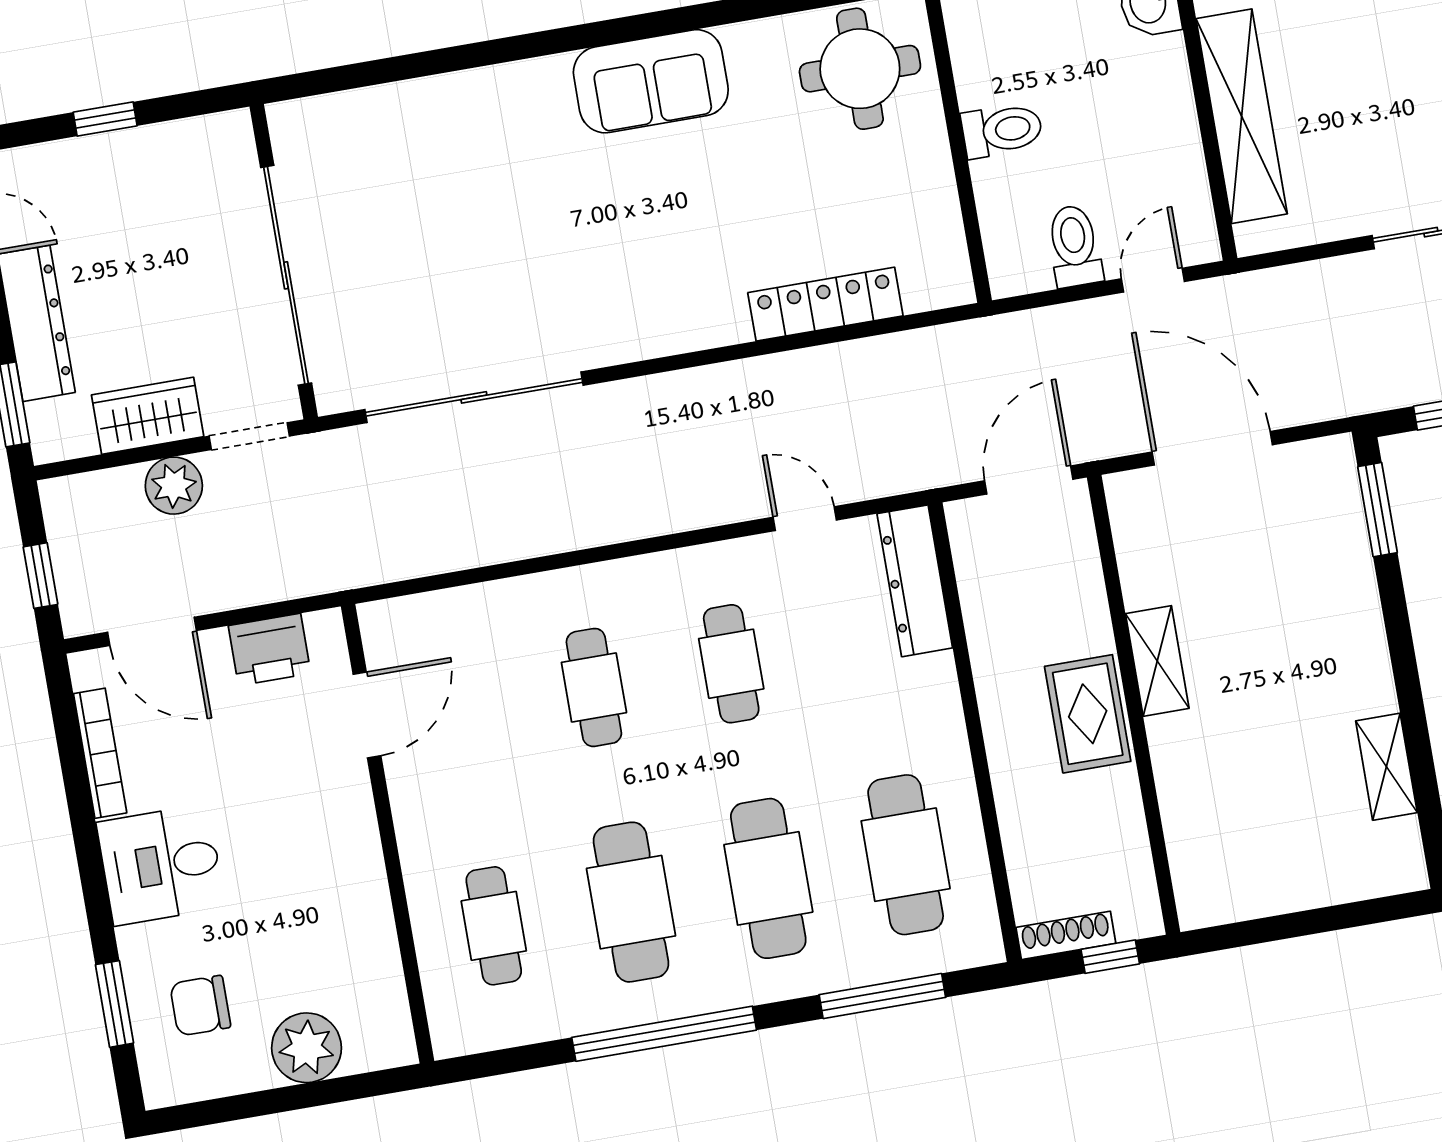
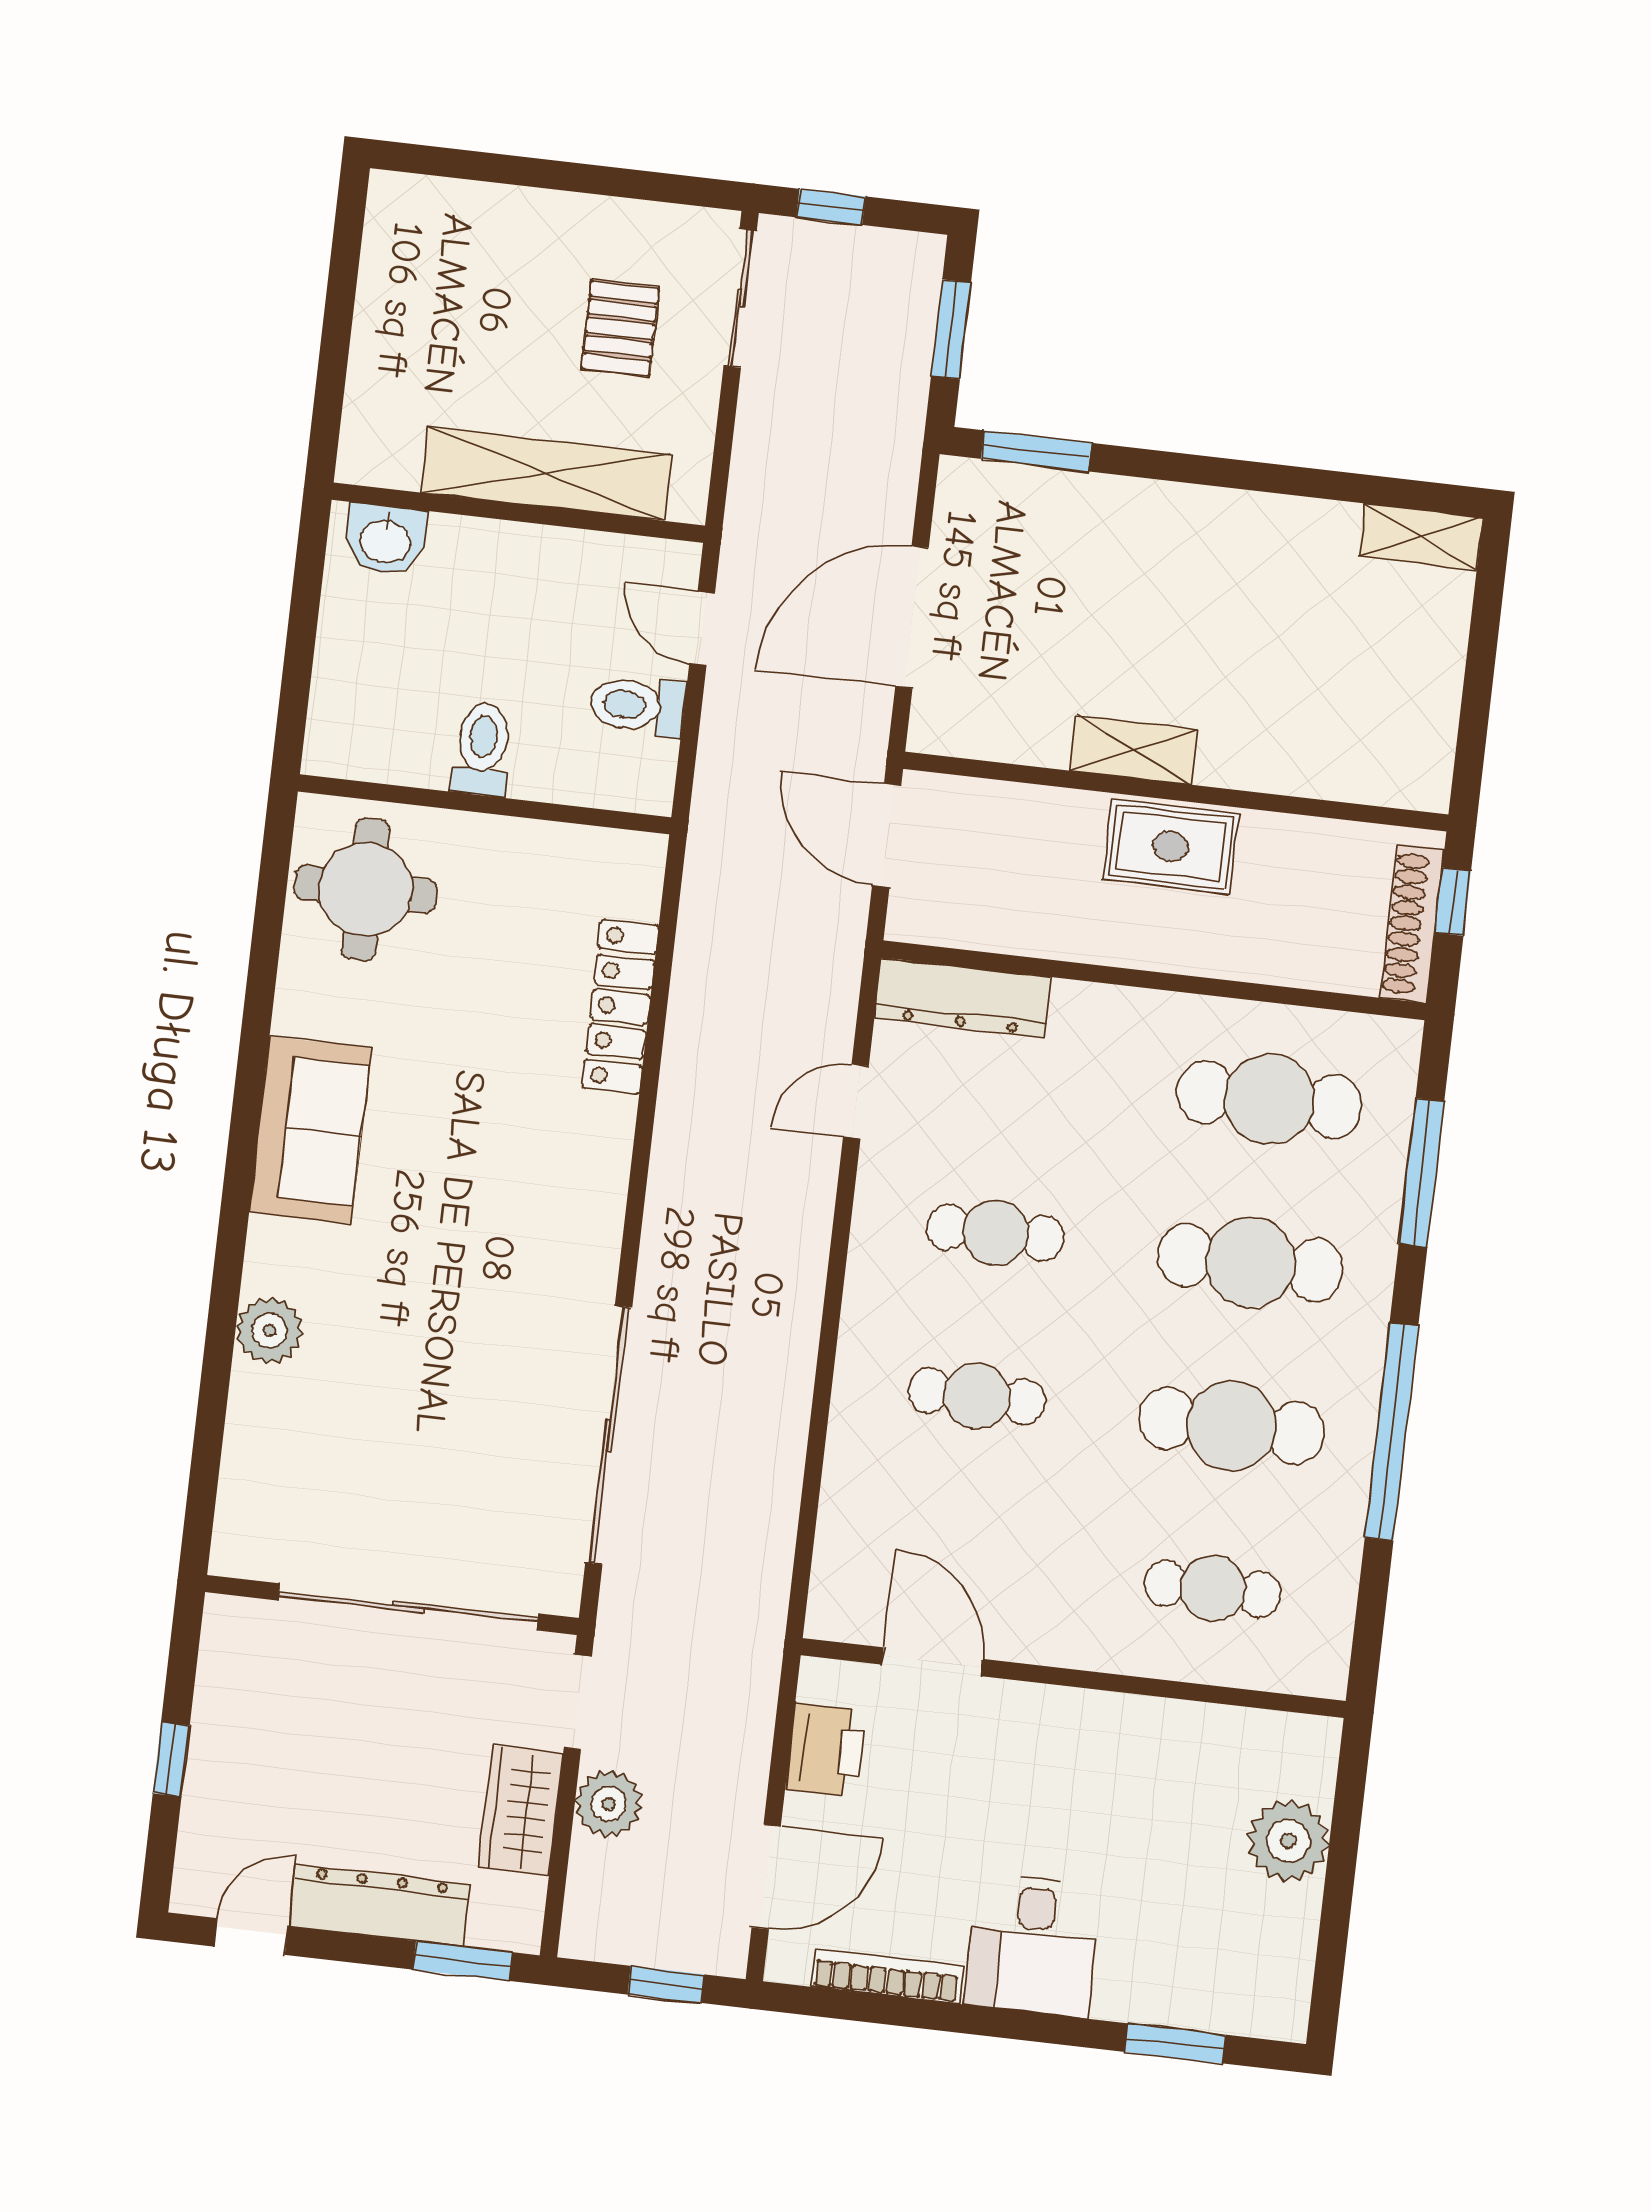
plant: (478, 96) -> (269, 1331), added
pallet: (1378, 142) -> (620, 328), added
shelving: (1386, 767) -> (1421, 537), moved
shoe rack: (1066, 935) -> (1412, 924), width x1.36, depth x1.24
chair: (200, 1006) -> (1205, 1947), removed

